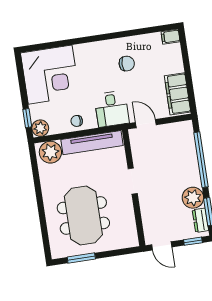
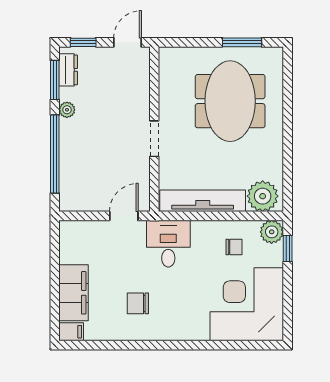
filing cabinet: (177, 94) -> (74, 293), moved
chair: (77, 121) -> (234, 247), moved
door: (146, 124) -> (124, 216), swing flipped
plant: (193, 198) -> (67, 110), width x0.53, depth x0.53
door: (162, 246) -> (128, 42), hinge flipped

